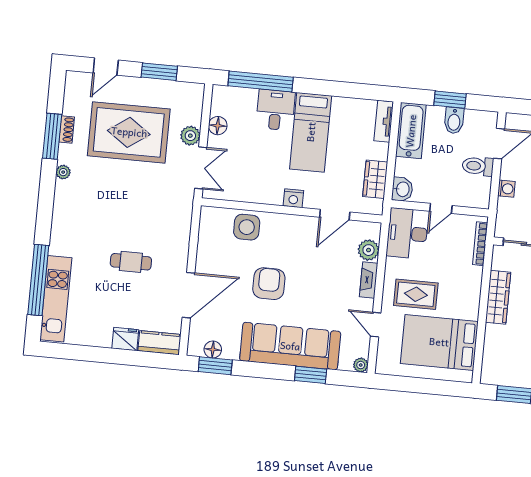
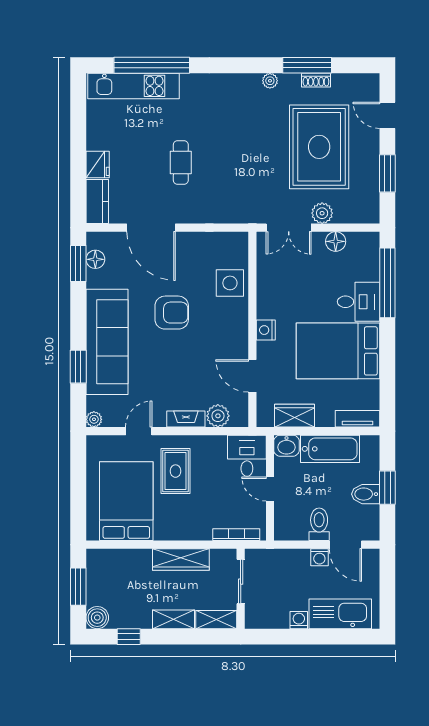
bathtub: (411, 131) -> (330, 449), moved
bed: (311, 132) -> (338, 351), width x1.50
washing machine: (506, 189) -> (319, 557), moved
desk: (407, 233) -> (247, 456), width x0.73

